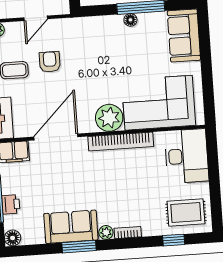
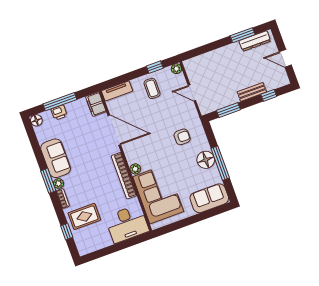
floor lamp: (130, 20) -> (206, 160), width x1.89, depth x1.89
armchair: (50, 62) -> (182, 137), moved
plant: (109, 118) -> (135, 169), width x0.53, depth x0.53
rug: (186, 213) -> (84, 216), moved, turned 90
window: (79, 247) -> (48, 181), moved

